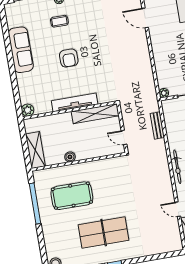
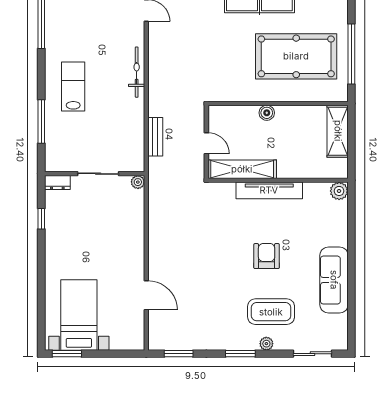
coffee table: (59, 21) -> (271, 312), width x1.86, depth x1.72
door: (124, 137) -> (206, 143), moved
boiler: (70, 157) -> (267, 113), moved
pool table: (72, 196) -> (296, 56), width x1.36, depth x1.32

